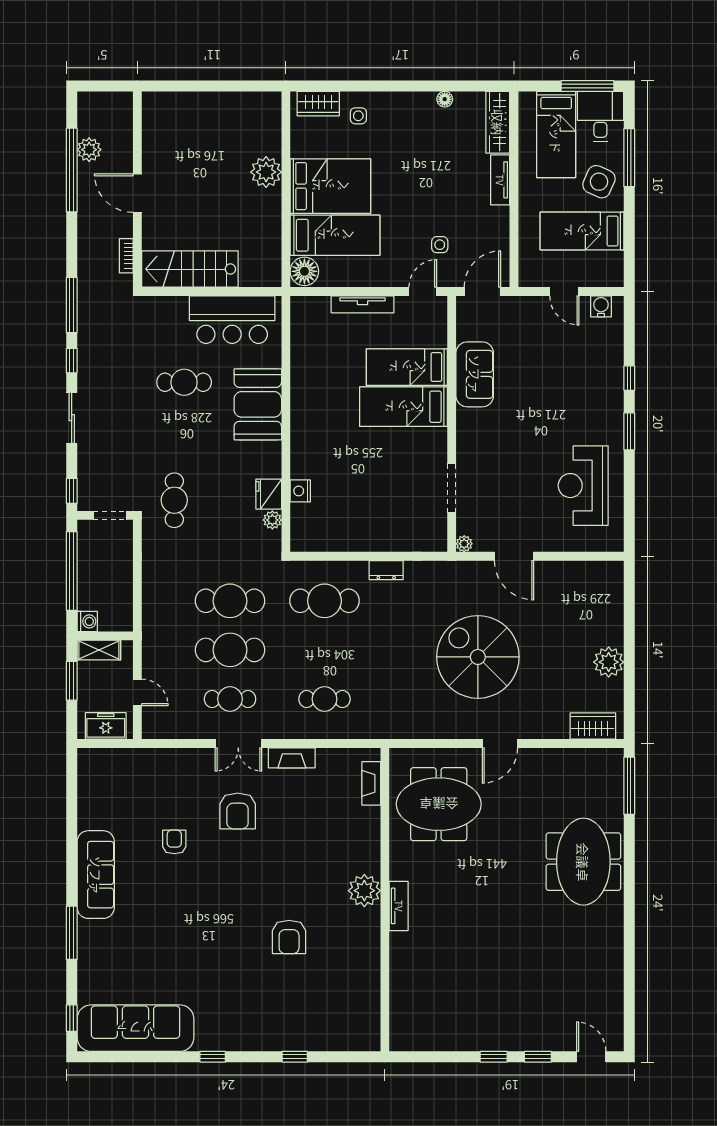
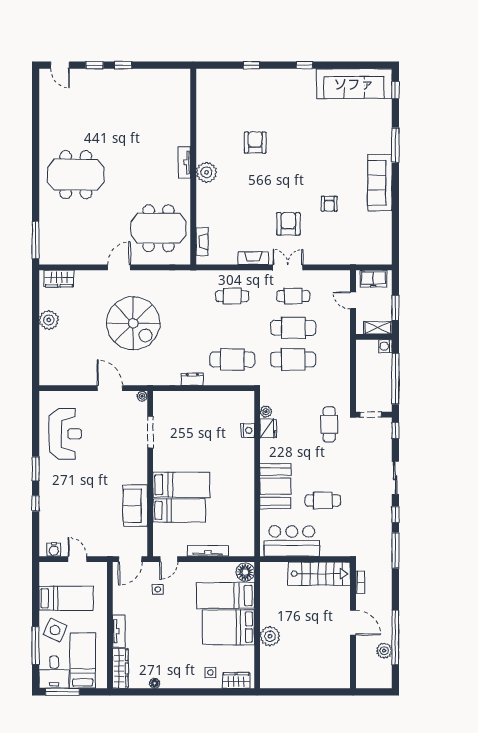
meeting table: (583, 862) -> (76, 175), moved, turned 90

